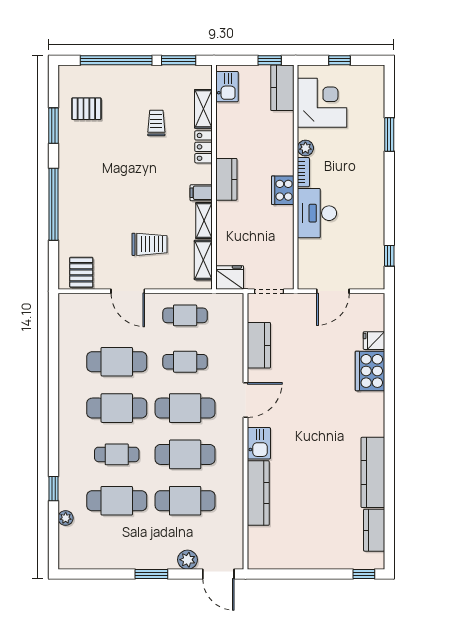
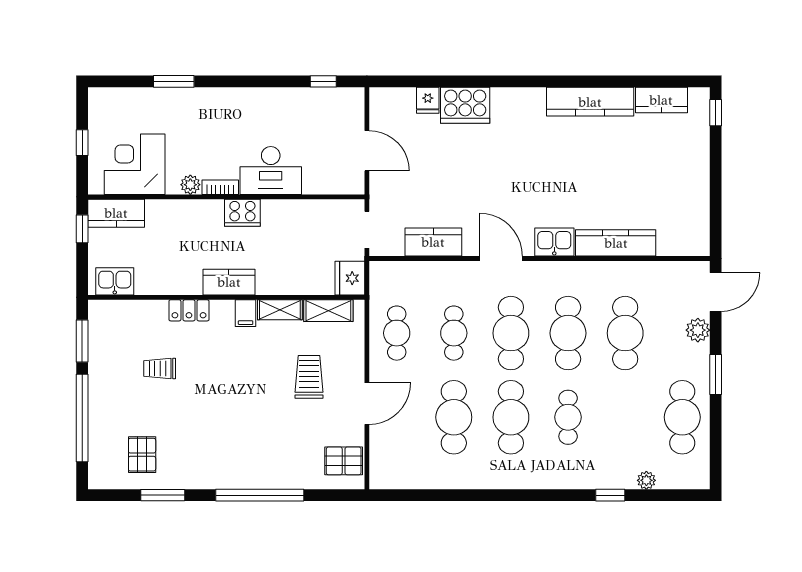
shelving: (203, 109) -> (142, 310), removed
cafe table: (117, 501) -> (682, 417), moved

